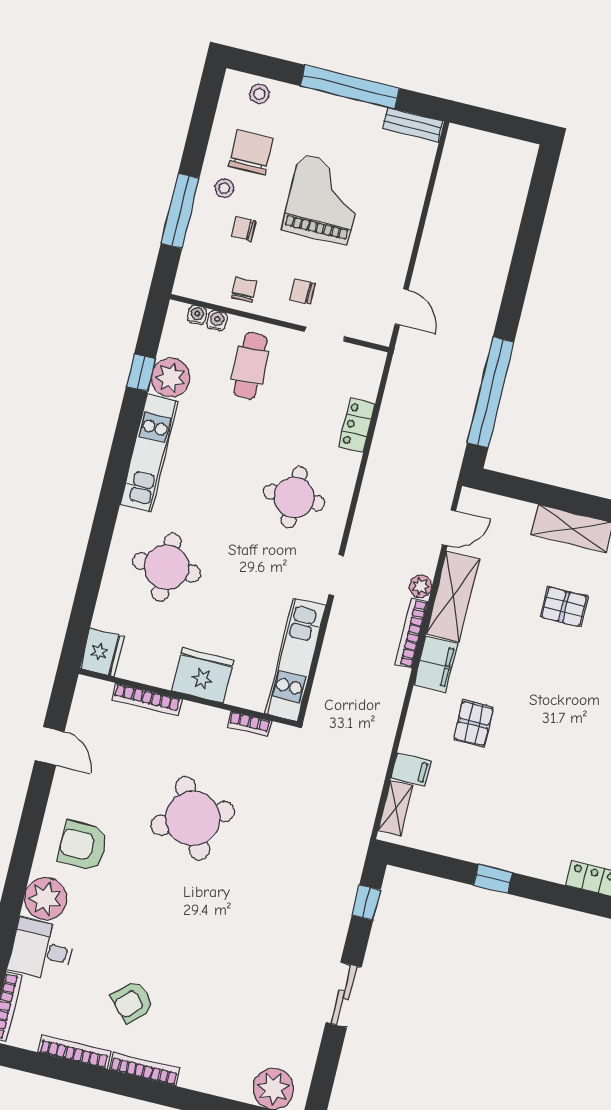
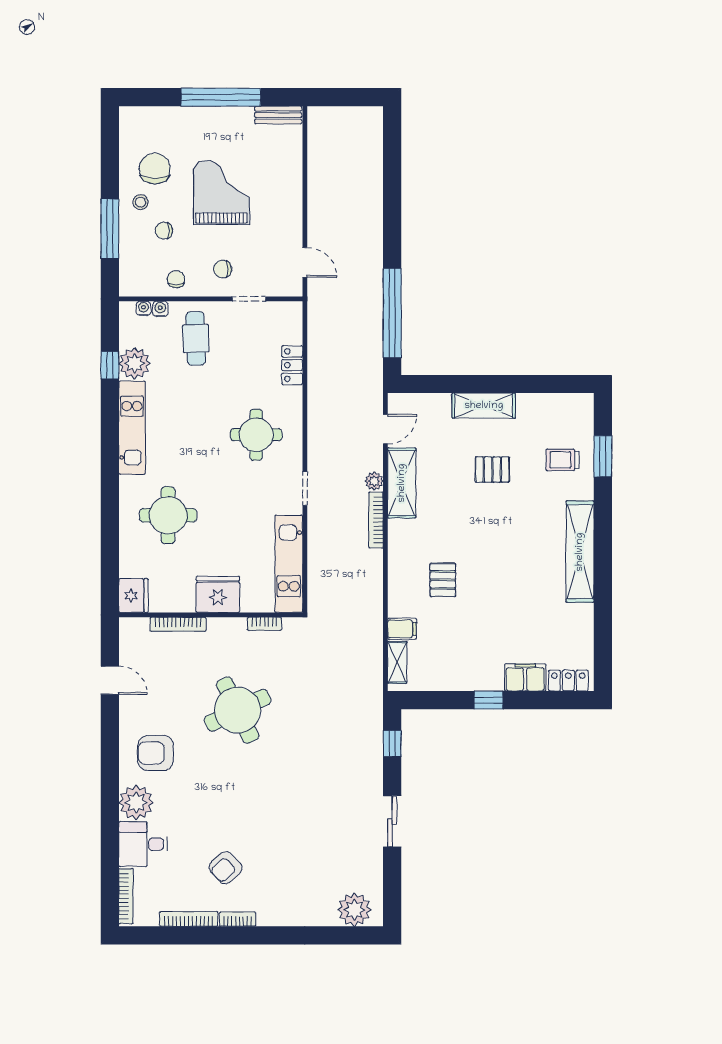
stool: (259, 94) -> (150, 120), removed
filing cabinet: (436, 664) -> (525, 677), moved, turned -90
bookcase: (144, 1069) -> (238, 919), width x0.64

